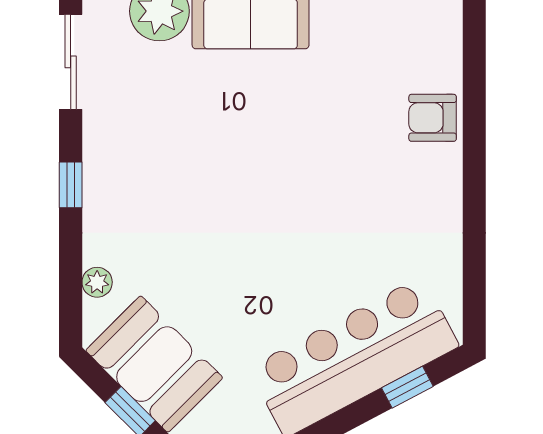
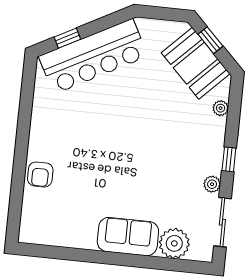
armchair: (433, 118) -> (40, 174), turned 90
plant: (98, 133) -> (212, 184), added

